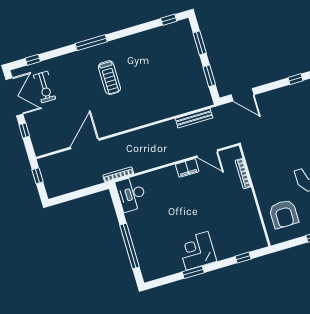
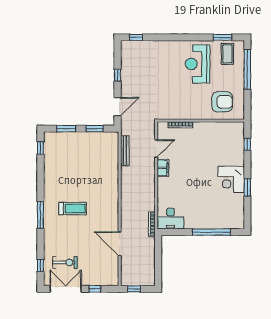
window: (296, 79) -> (118, 75), moved

